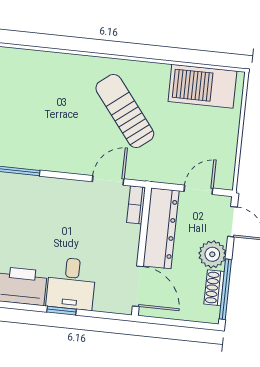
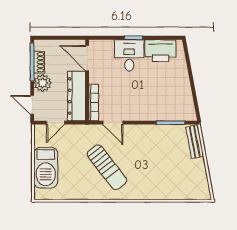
barbecue: (202, 86) -> (46, 168), moved, turned 90
door: (108, 180) -> (113, 123), hinge flipped
bookcase: (136, 205) -> (94, 102), width x1.56

